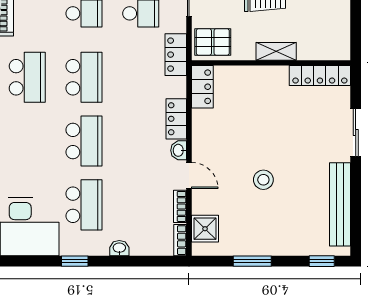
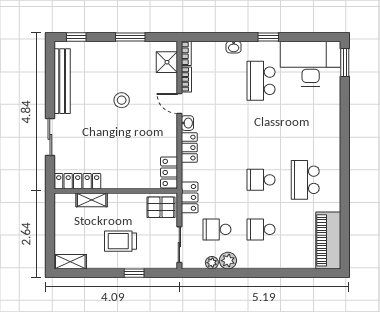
shelving: (276, 51) -> (92, 200), moved
school desk: (84, 77) -> (261, 180), width x0.54
school desk: (84, 141) -> (261, 130), removed

